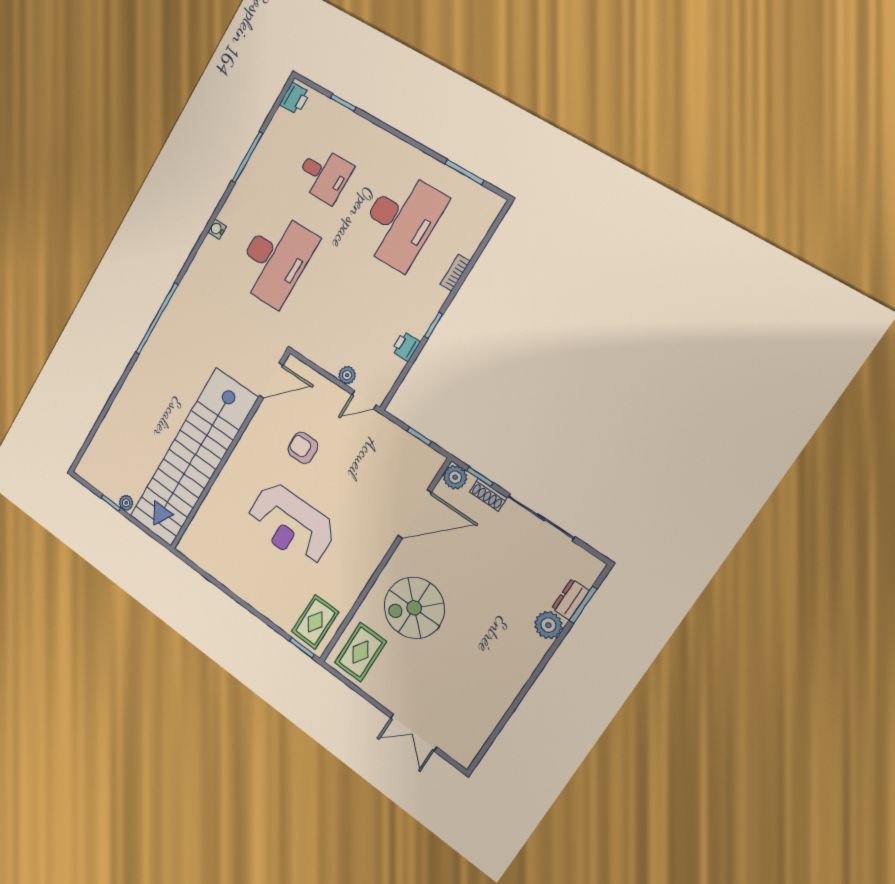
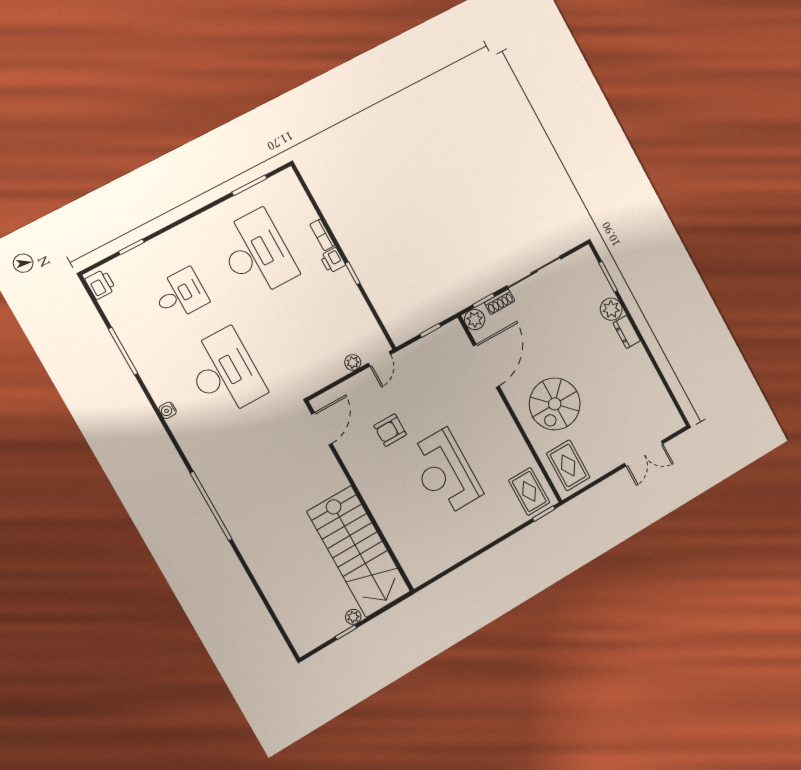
printer: (406, 346) -> (333, 260), moved
stairs: (193, 458) -> (359, 552), width x0.73
reception desk: (291, 524) -> (445, 472), turned 90
dresser: (570, 599) -> (627, 332), moved

